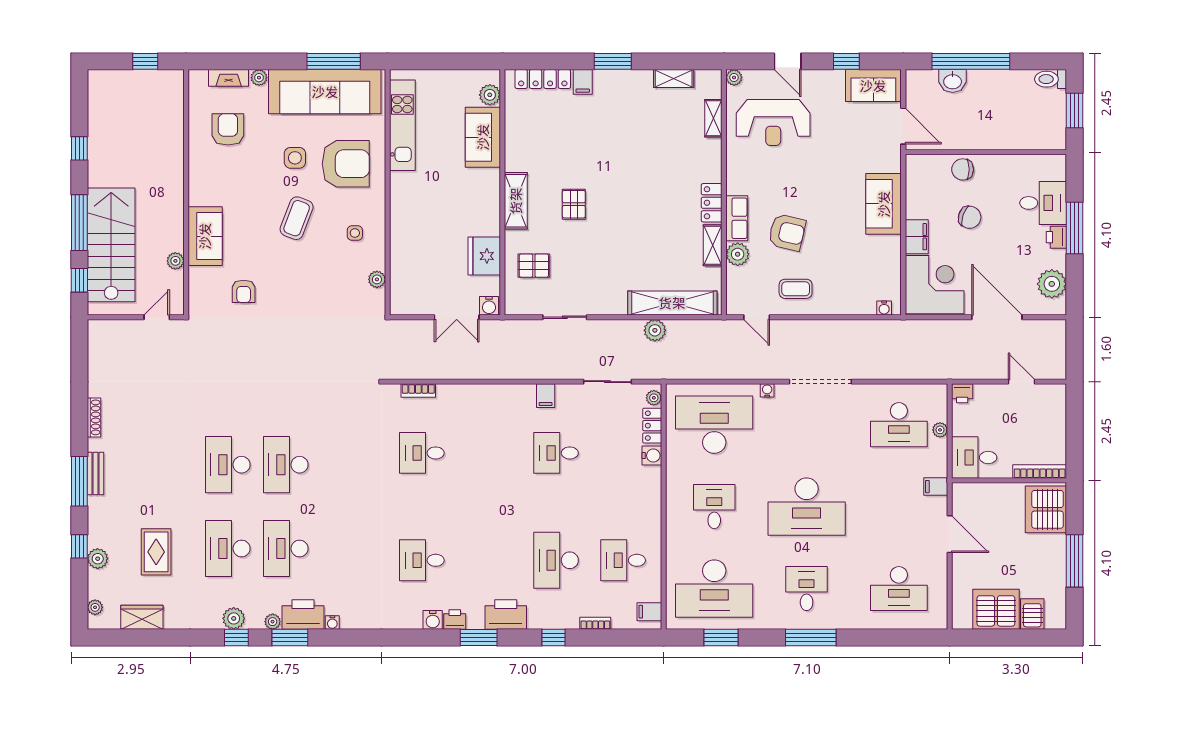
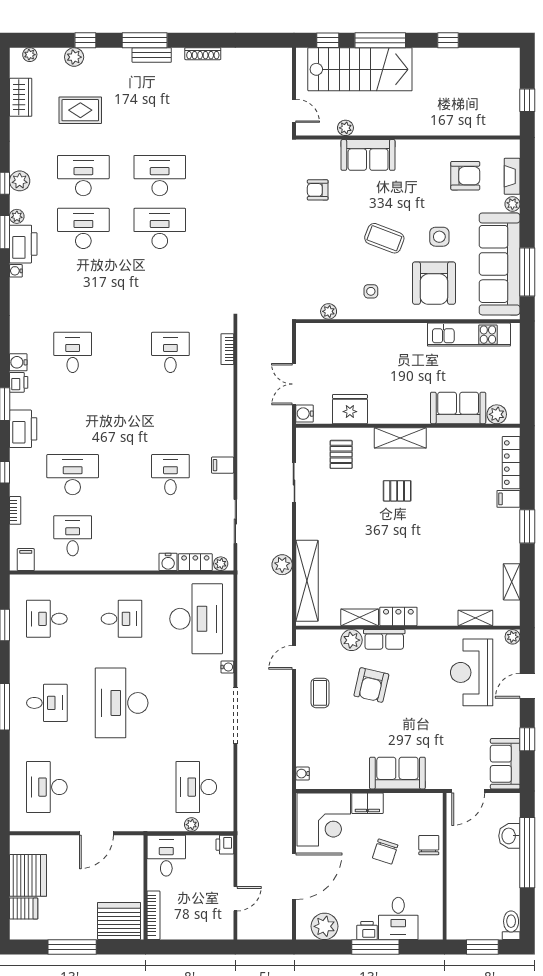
filing cabinet: (936, 487) -> (140, 821), removed
desk: (714, 589) -> (47, 619), width x0.53, depth x0.77

